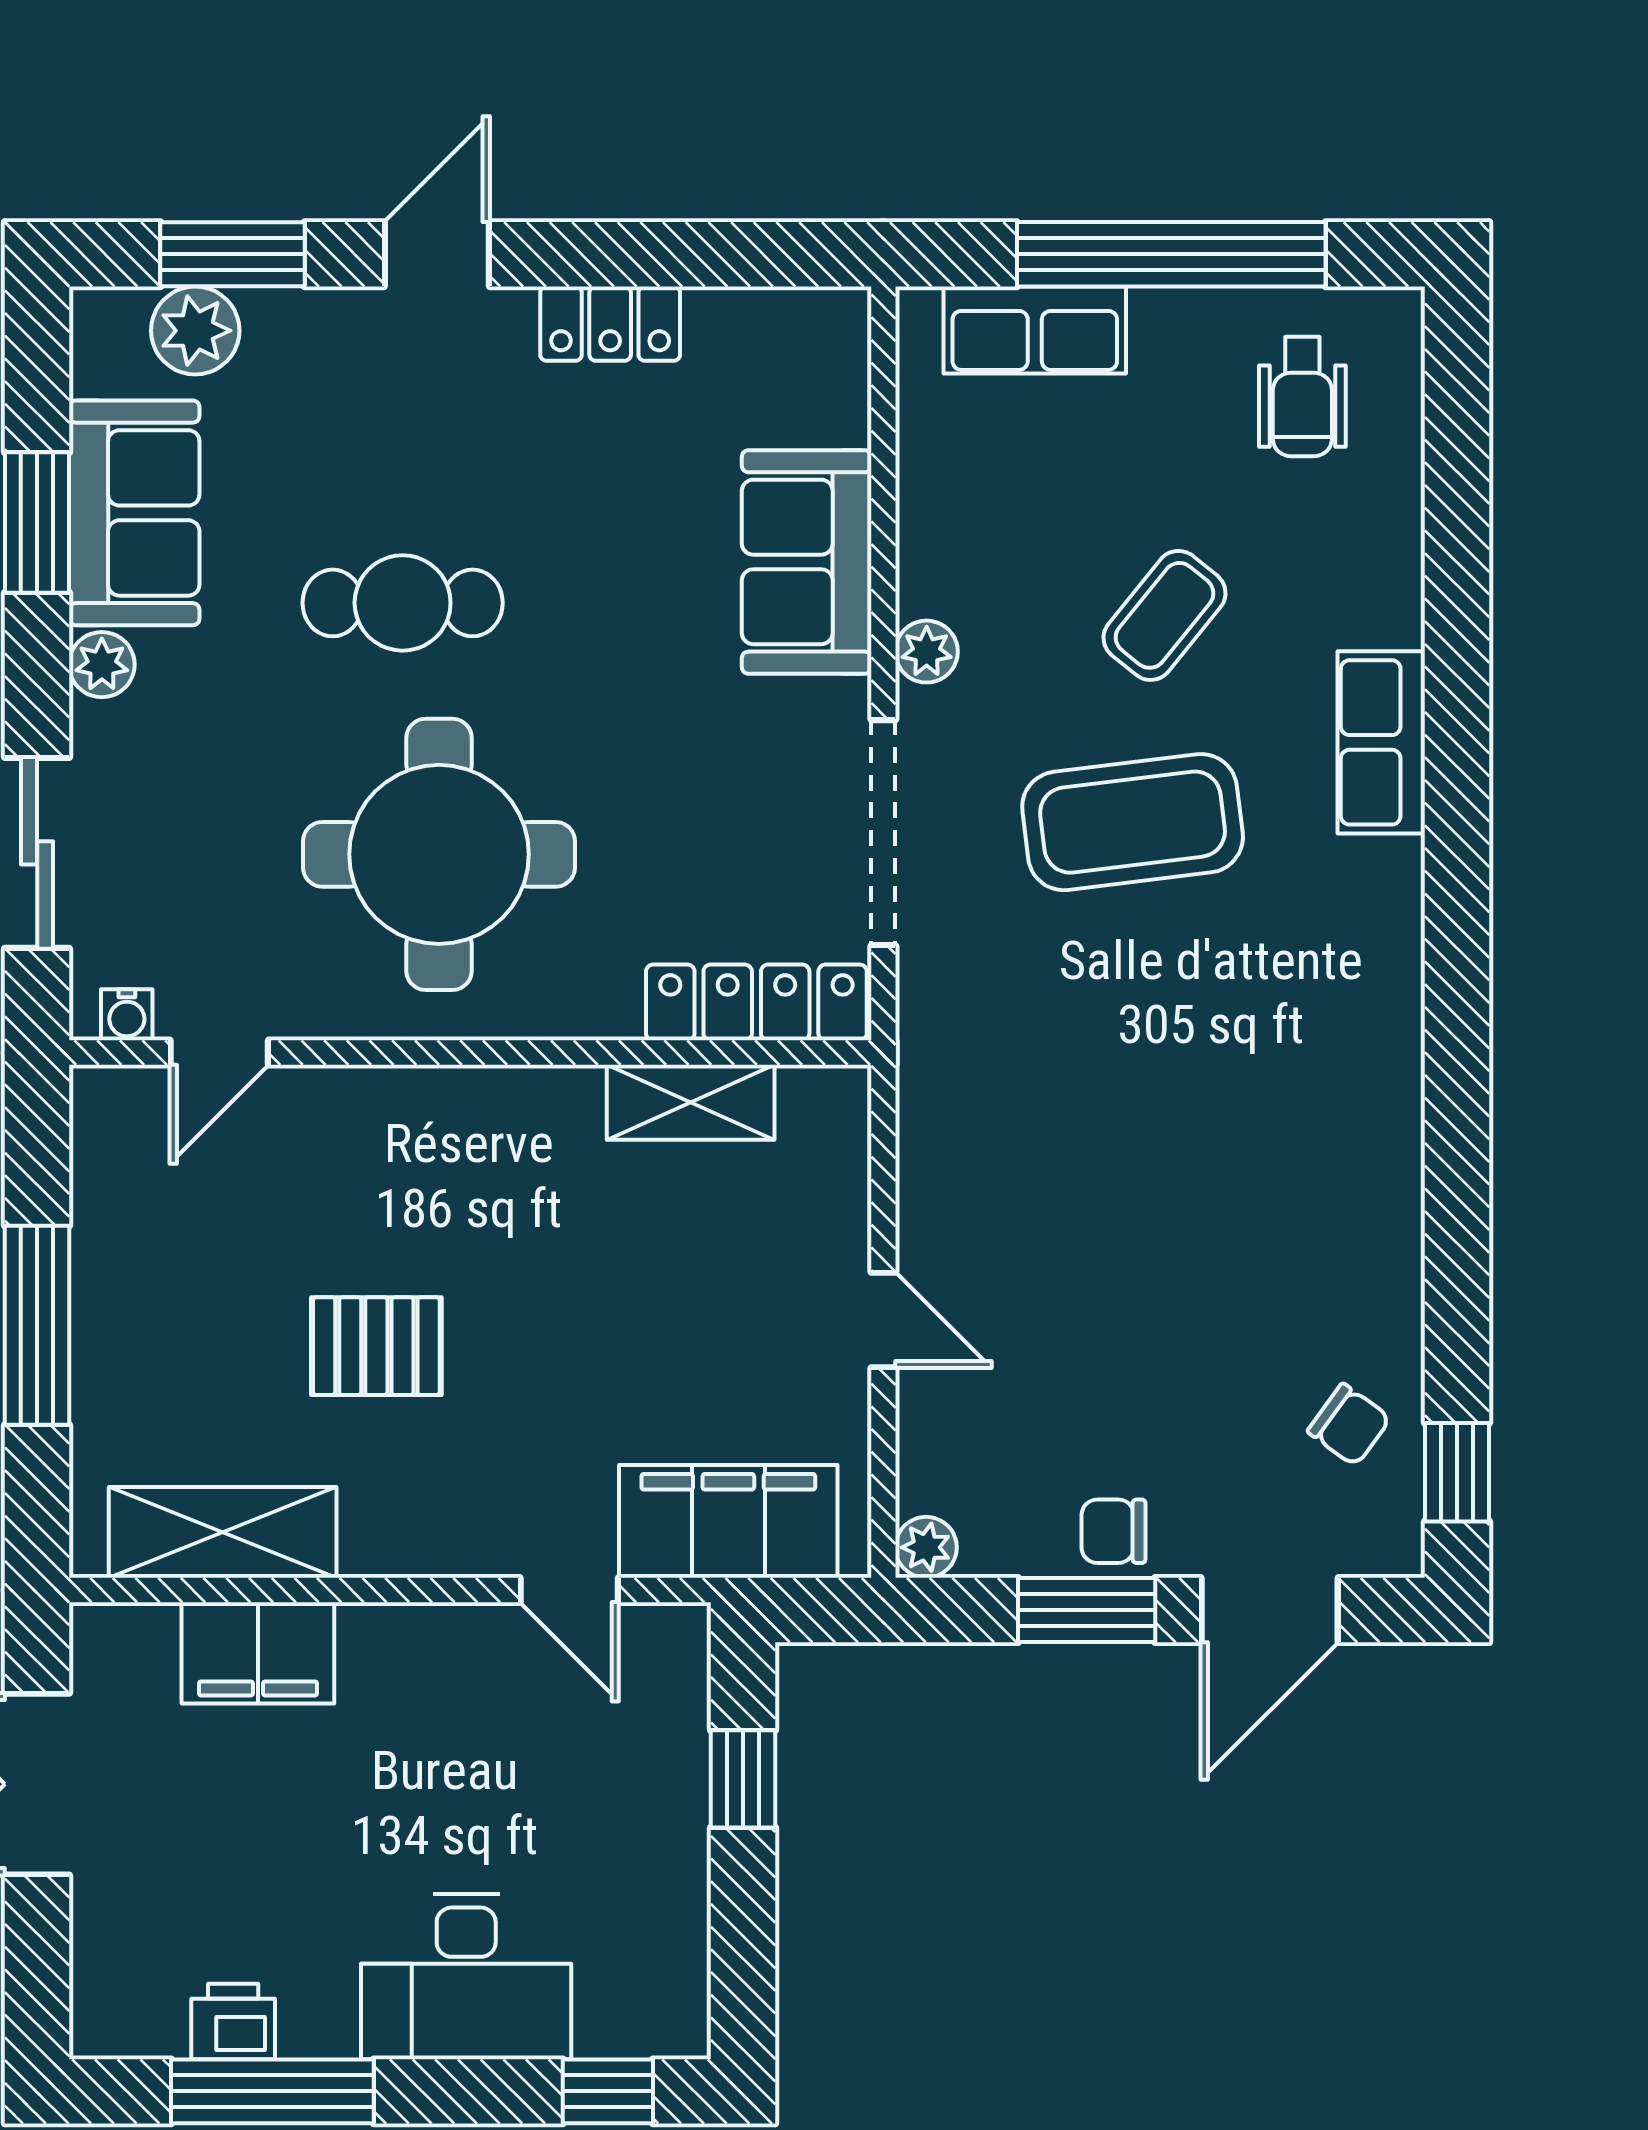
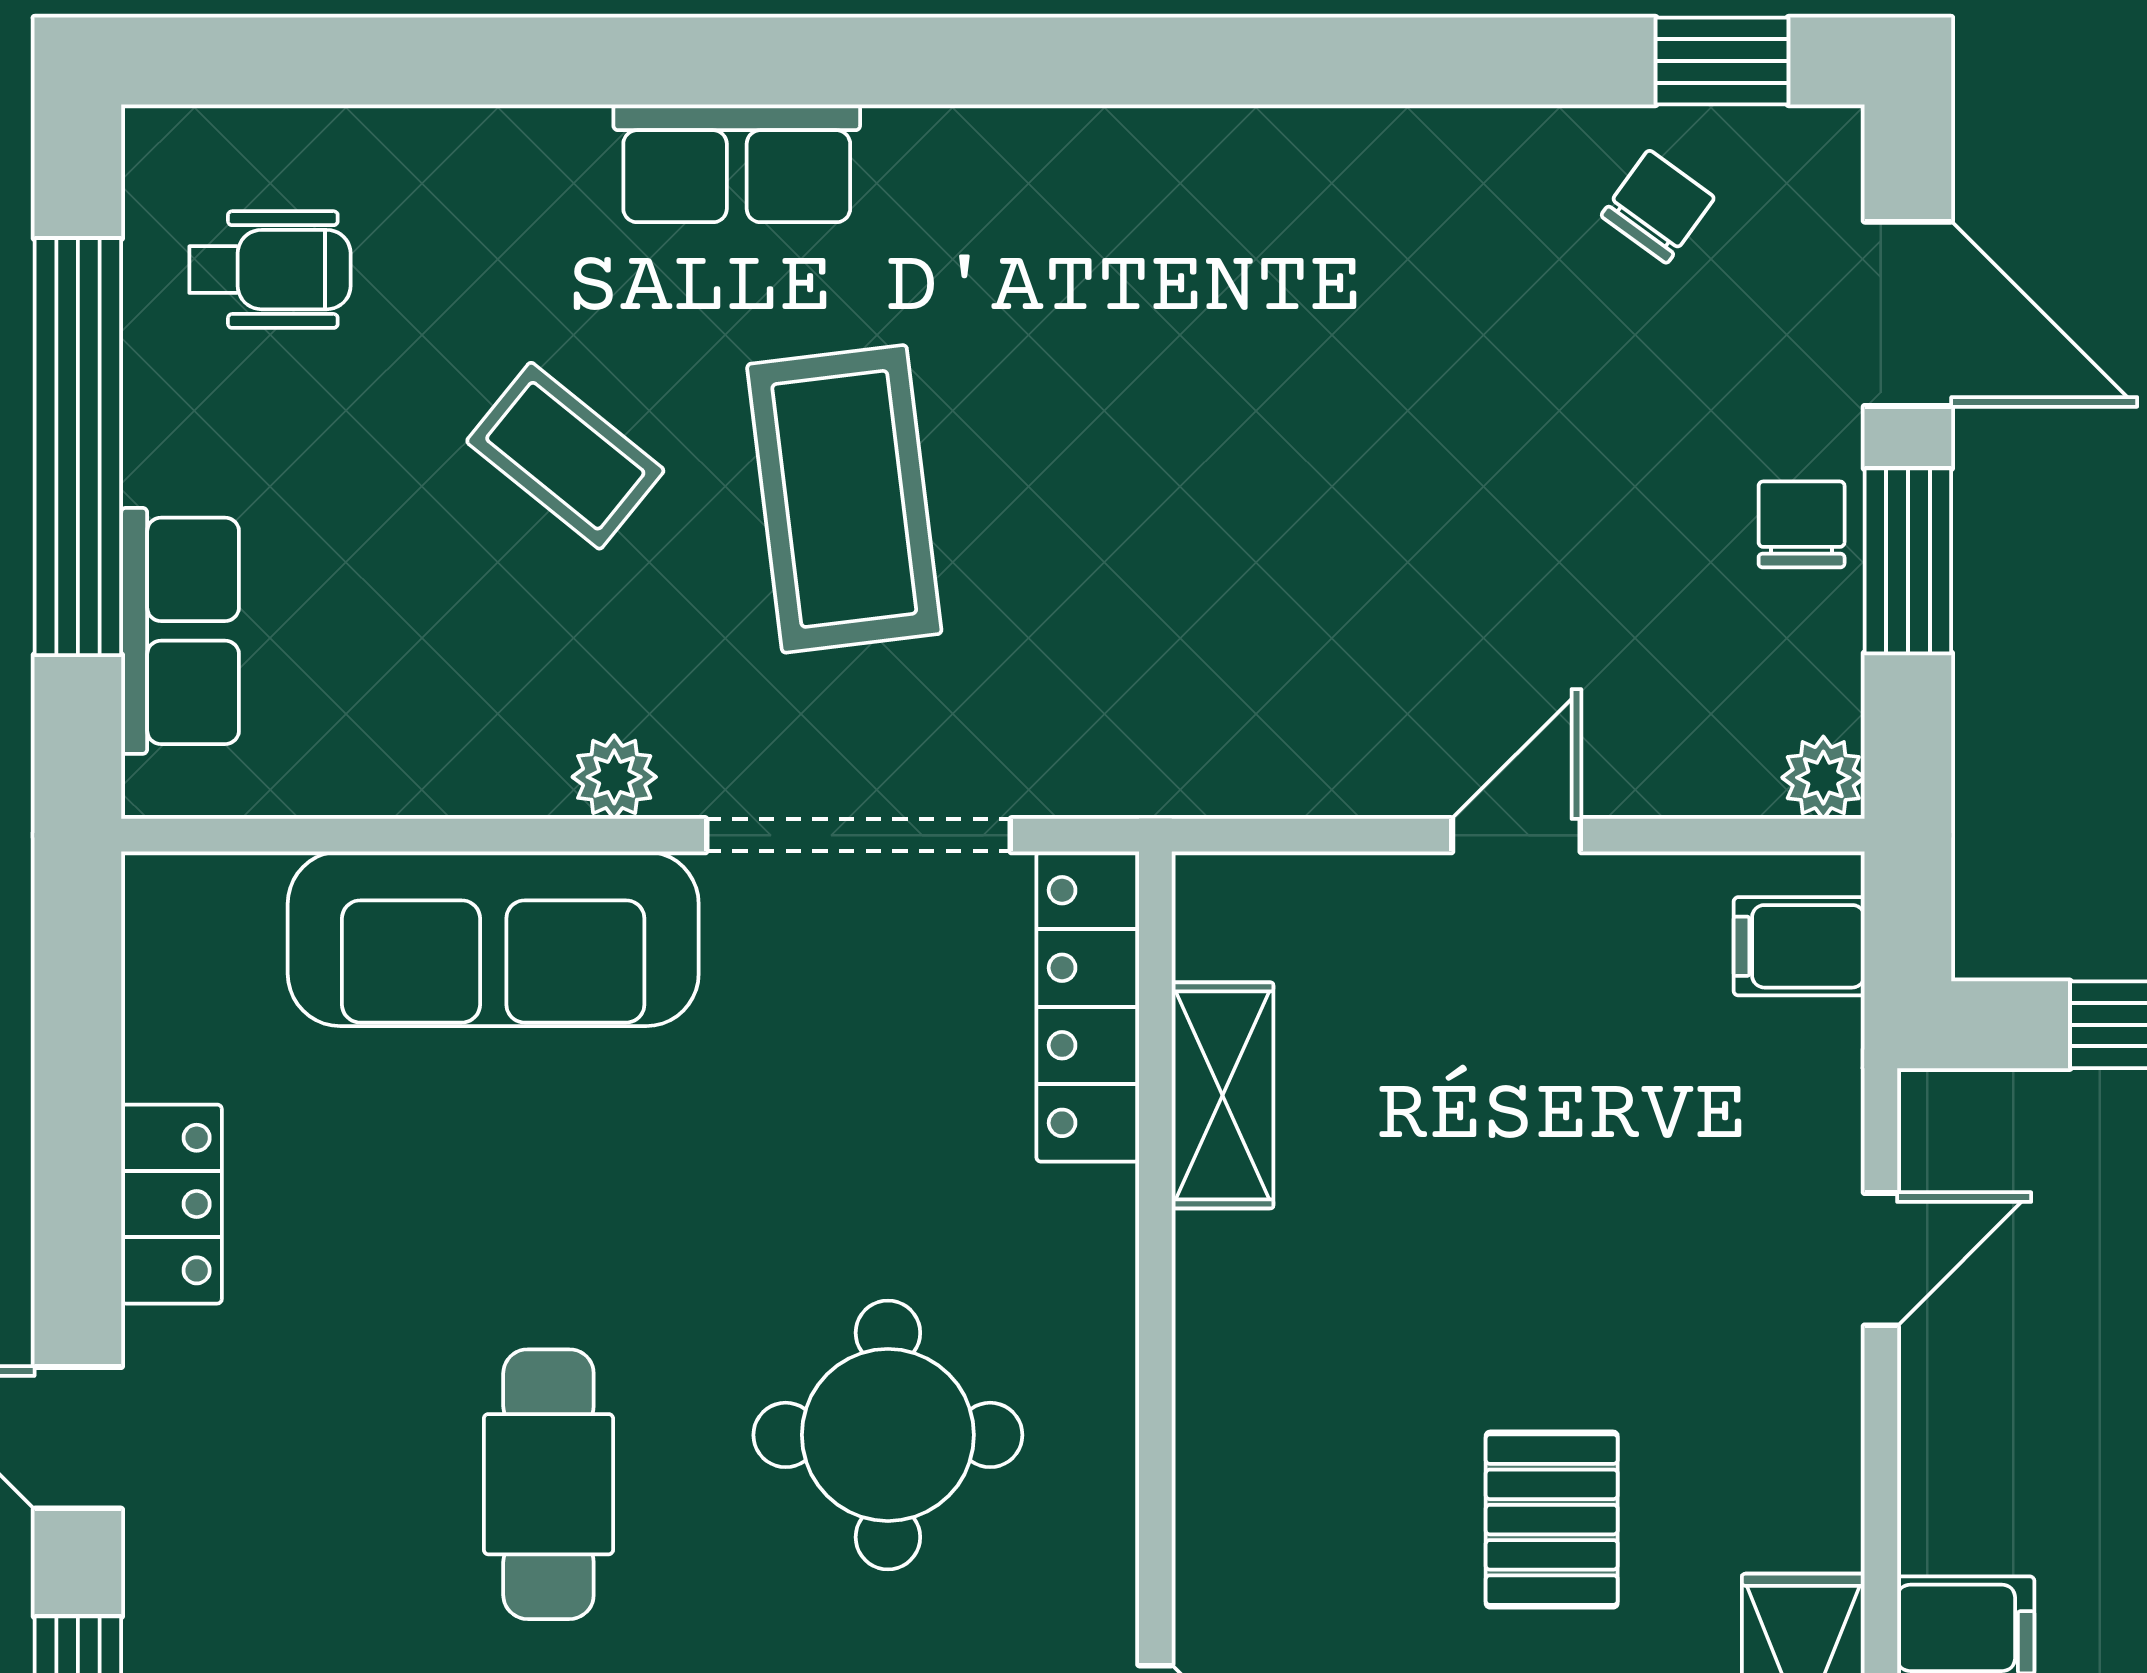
sofa: (807, 562) -> (493, 939), width x1.36
round table: (439, 854) -> (888, 1435), width x0.73, depth x0.73
filing cabinet: (728, 1521) -> (1799, 946), width x0.33, depth x0.86
chair: (1114, 1531) -> (1802, 524), turned 180

